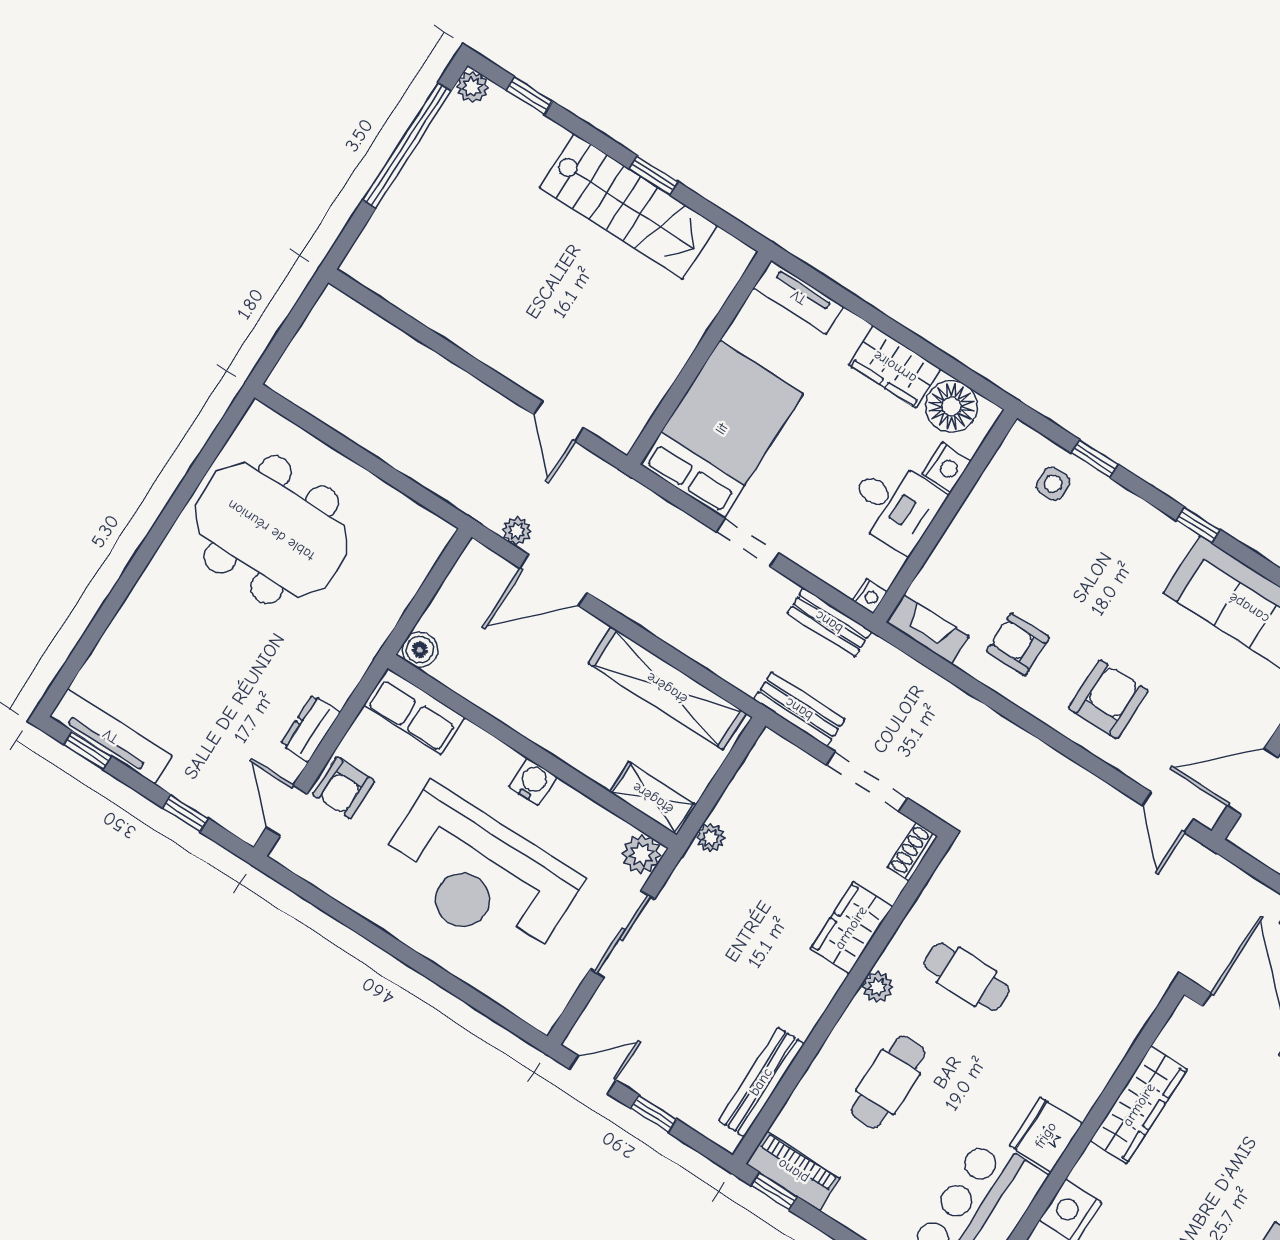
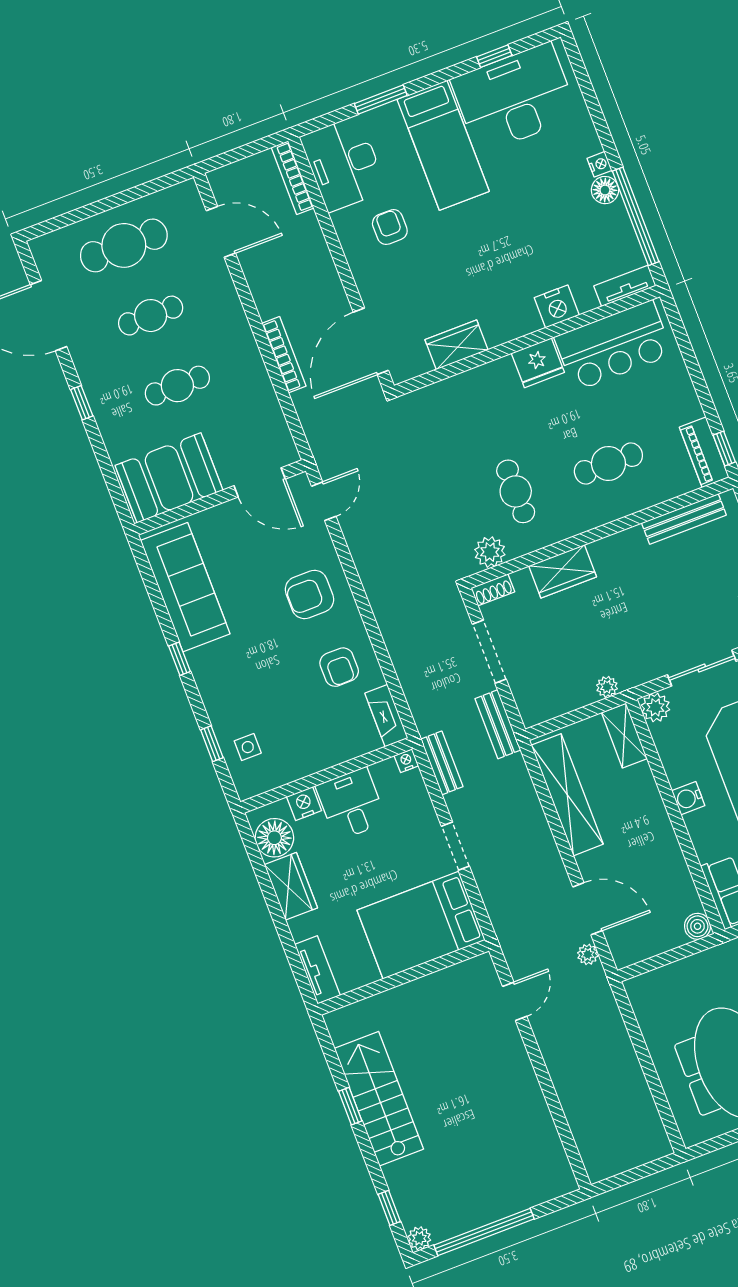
plant: (877, 987) -> (490, 552), moved, width x1.38, depth x1.38
wardrobe: (1139, 1105) -> (456, 345), width x0.67

